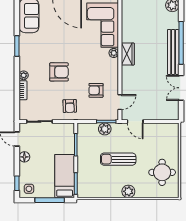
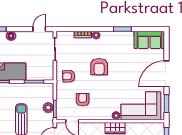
floor lamp: (24, 157) -> (11, 36), moved

